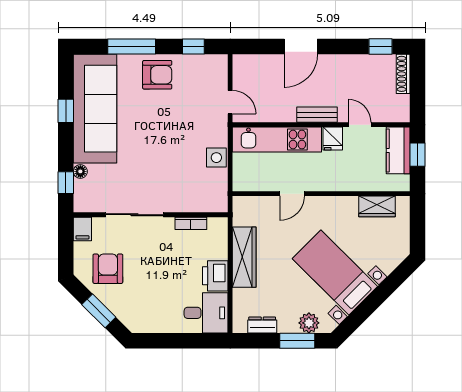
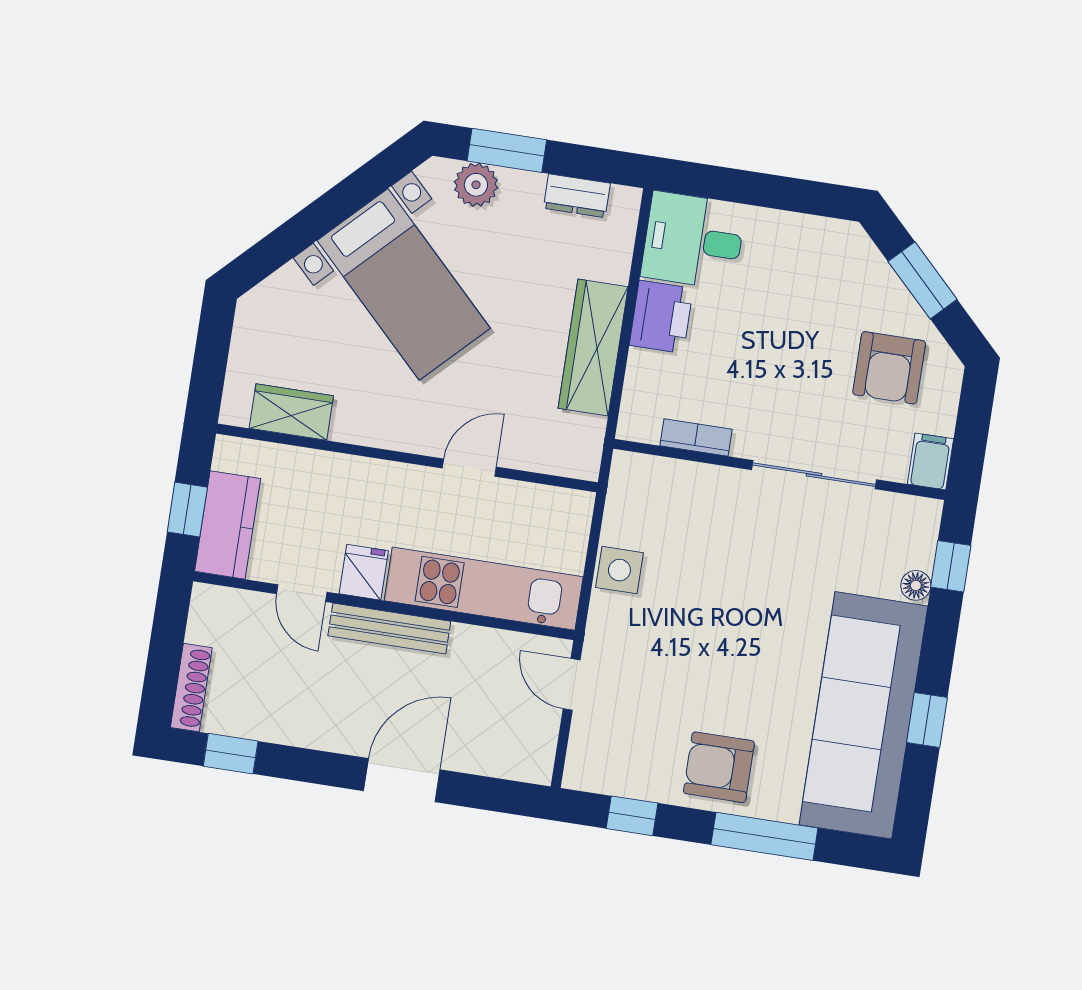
bench: (317, 115) -> (389, 629), width x1.36

